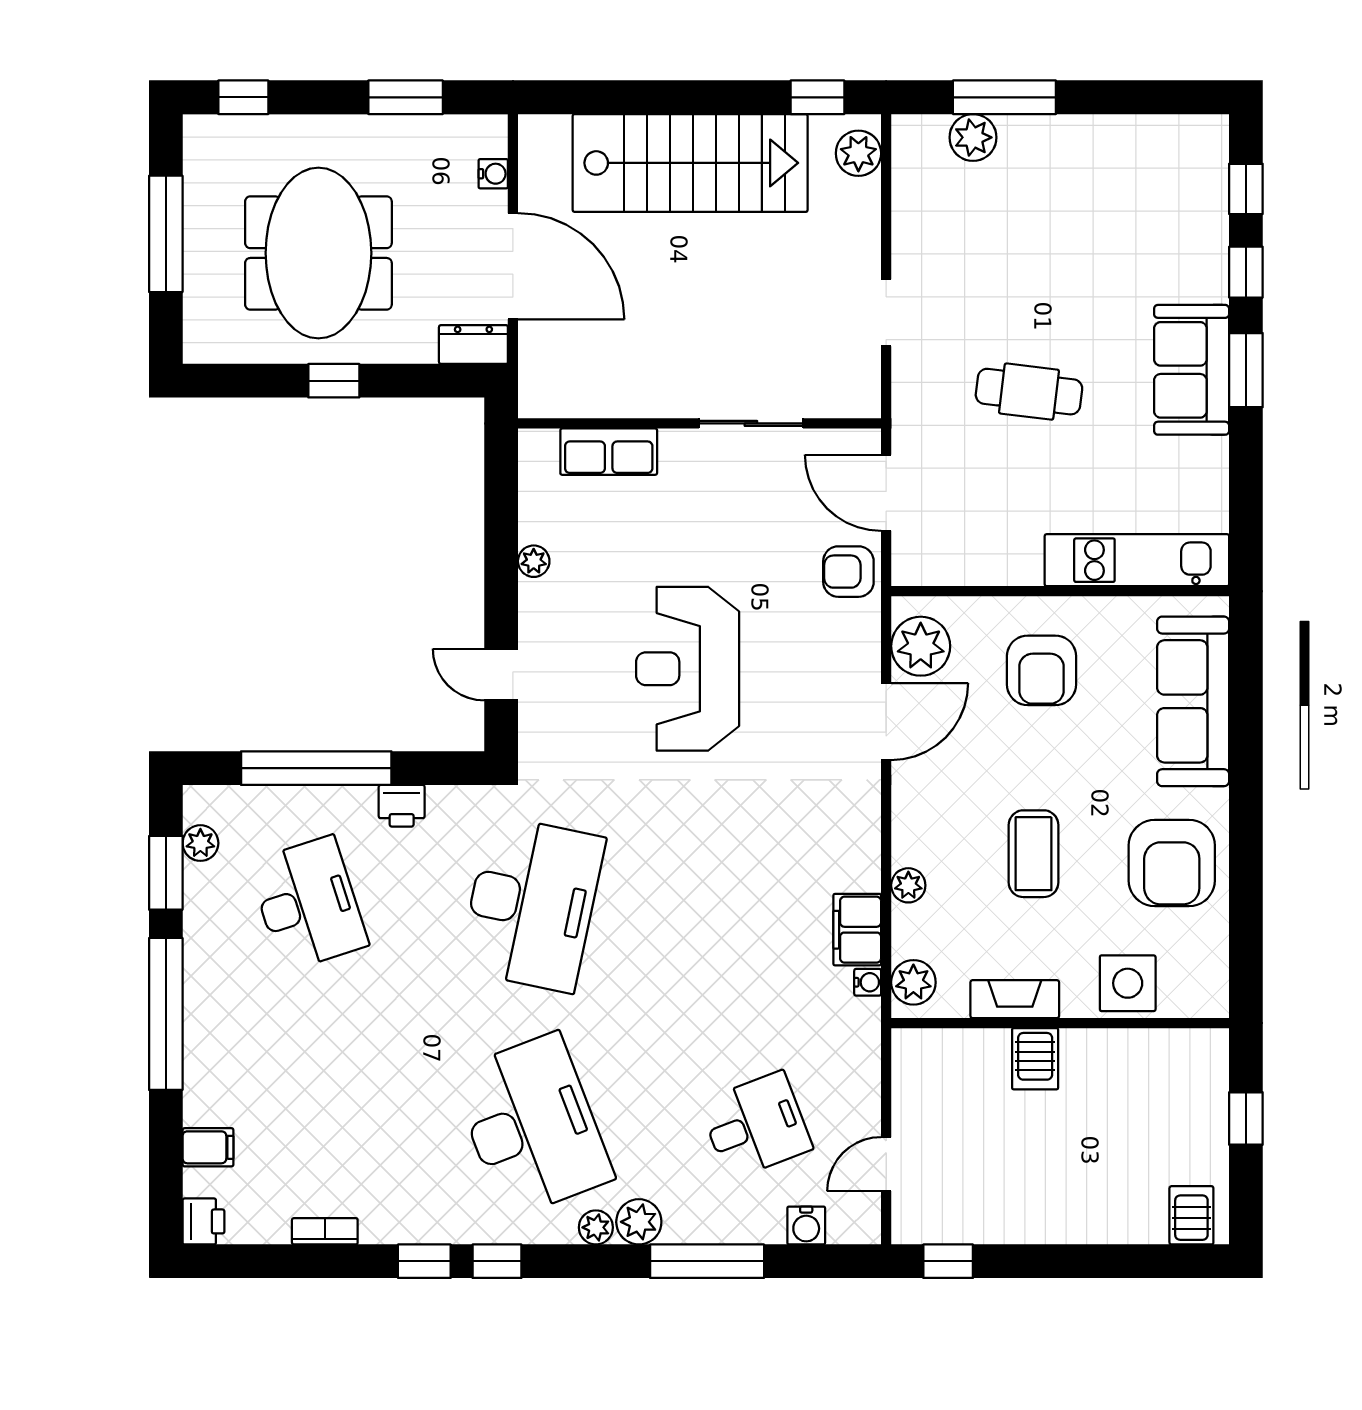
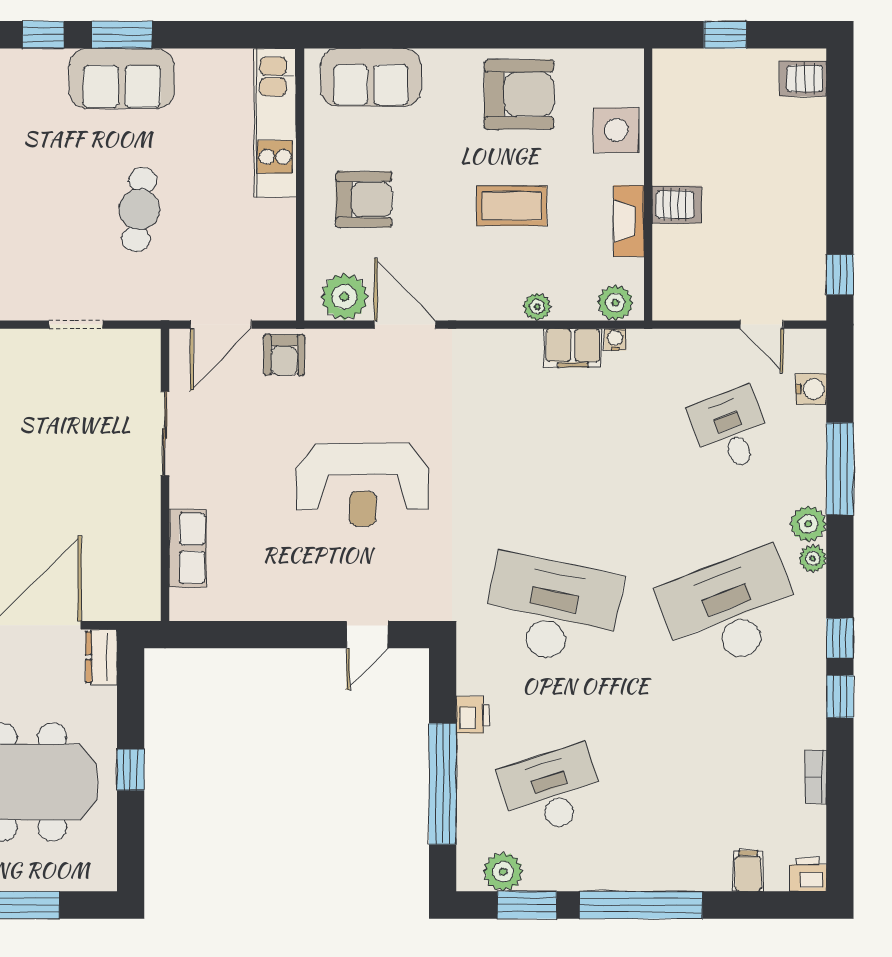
plant: (534, 561) -> (276, 609), removed
sofa: (1193, 701) -> (371, 77), width x0.73
plant: (200, 843) -> (503, 872), width x1.38, depth x1.38

